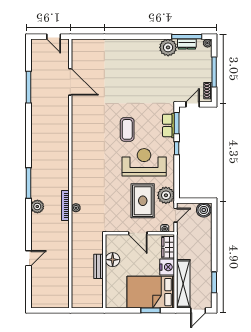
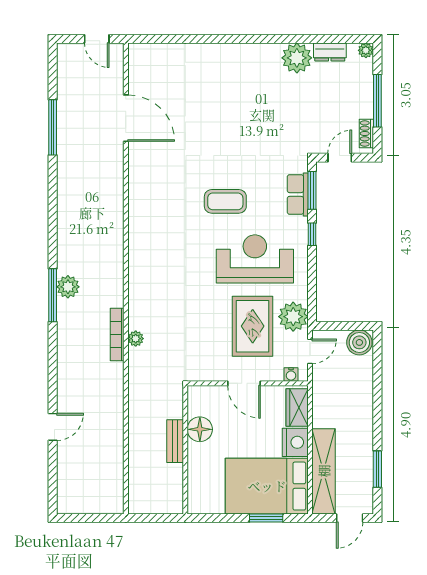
window: (187, 37) -> (330, 39), removed
coffee table: (127, 129) -> (225, 201), turned 90
plant: (37, 206) -> (68, 287), moved

